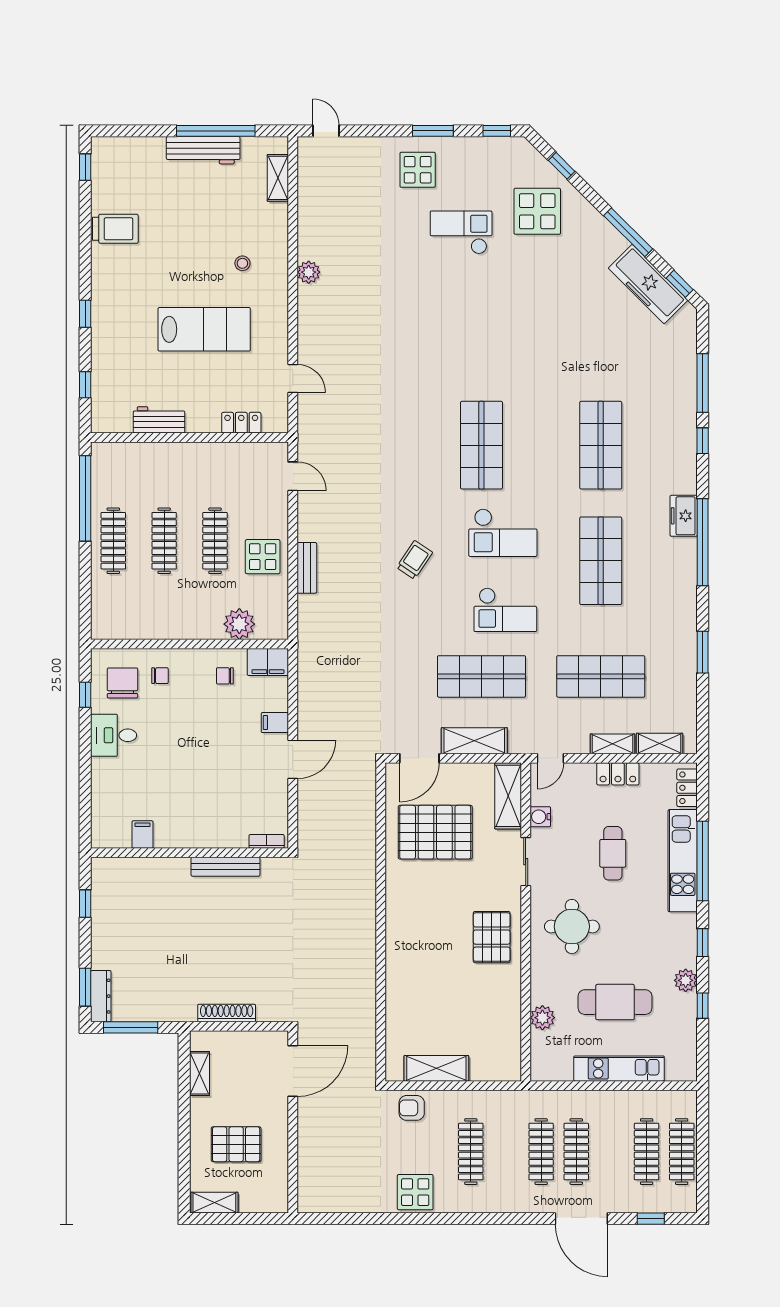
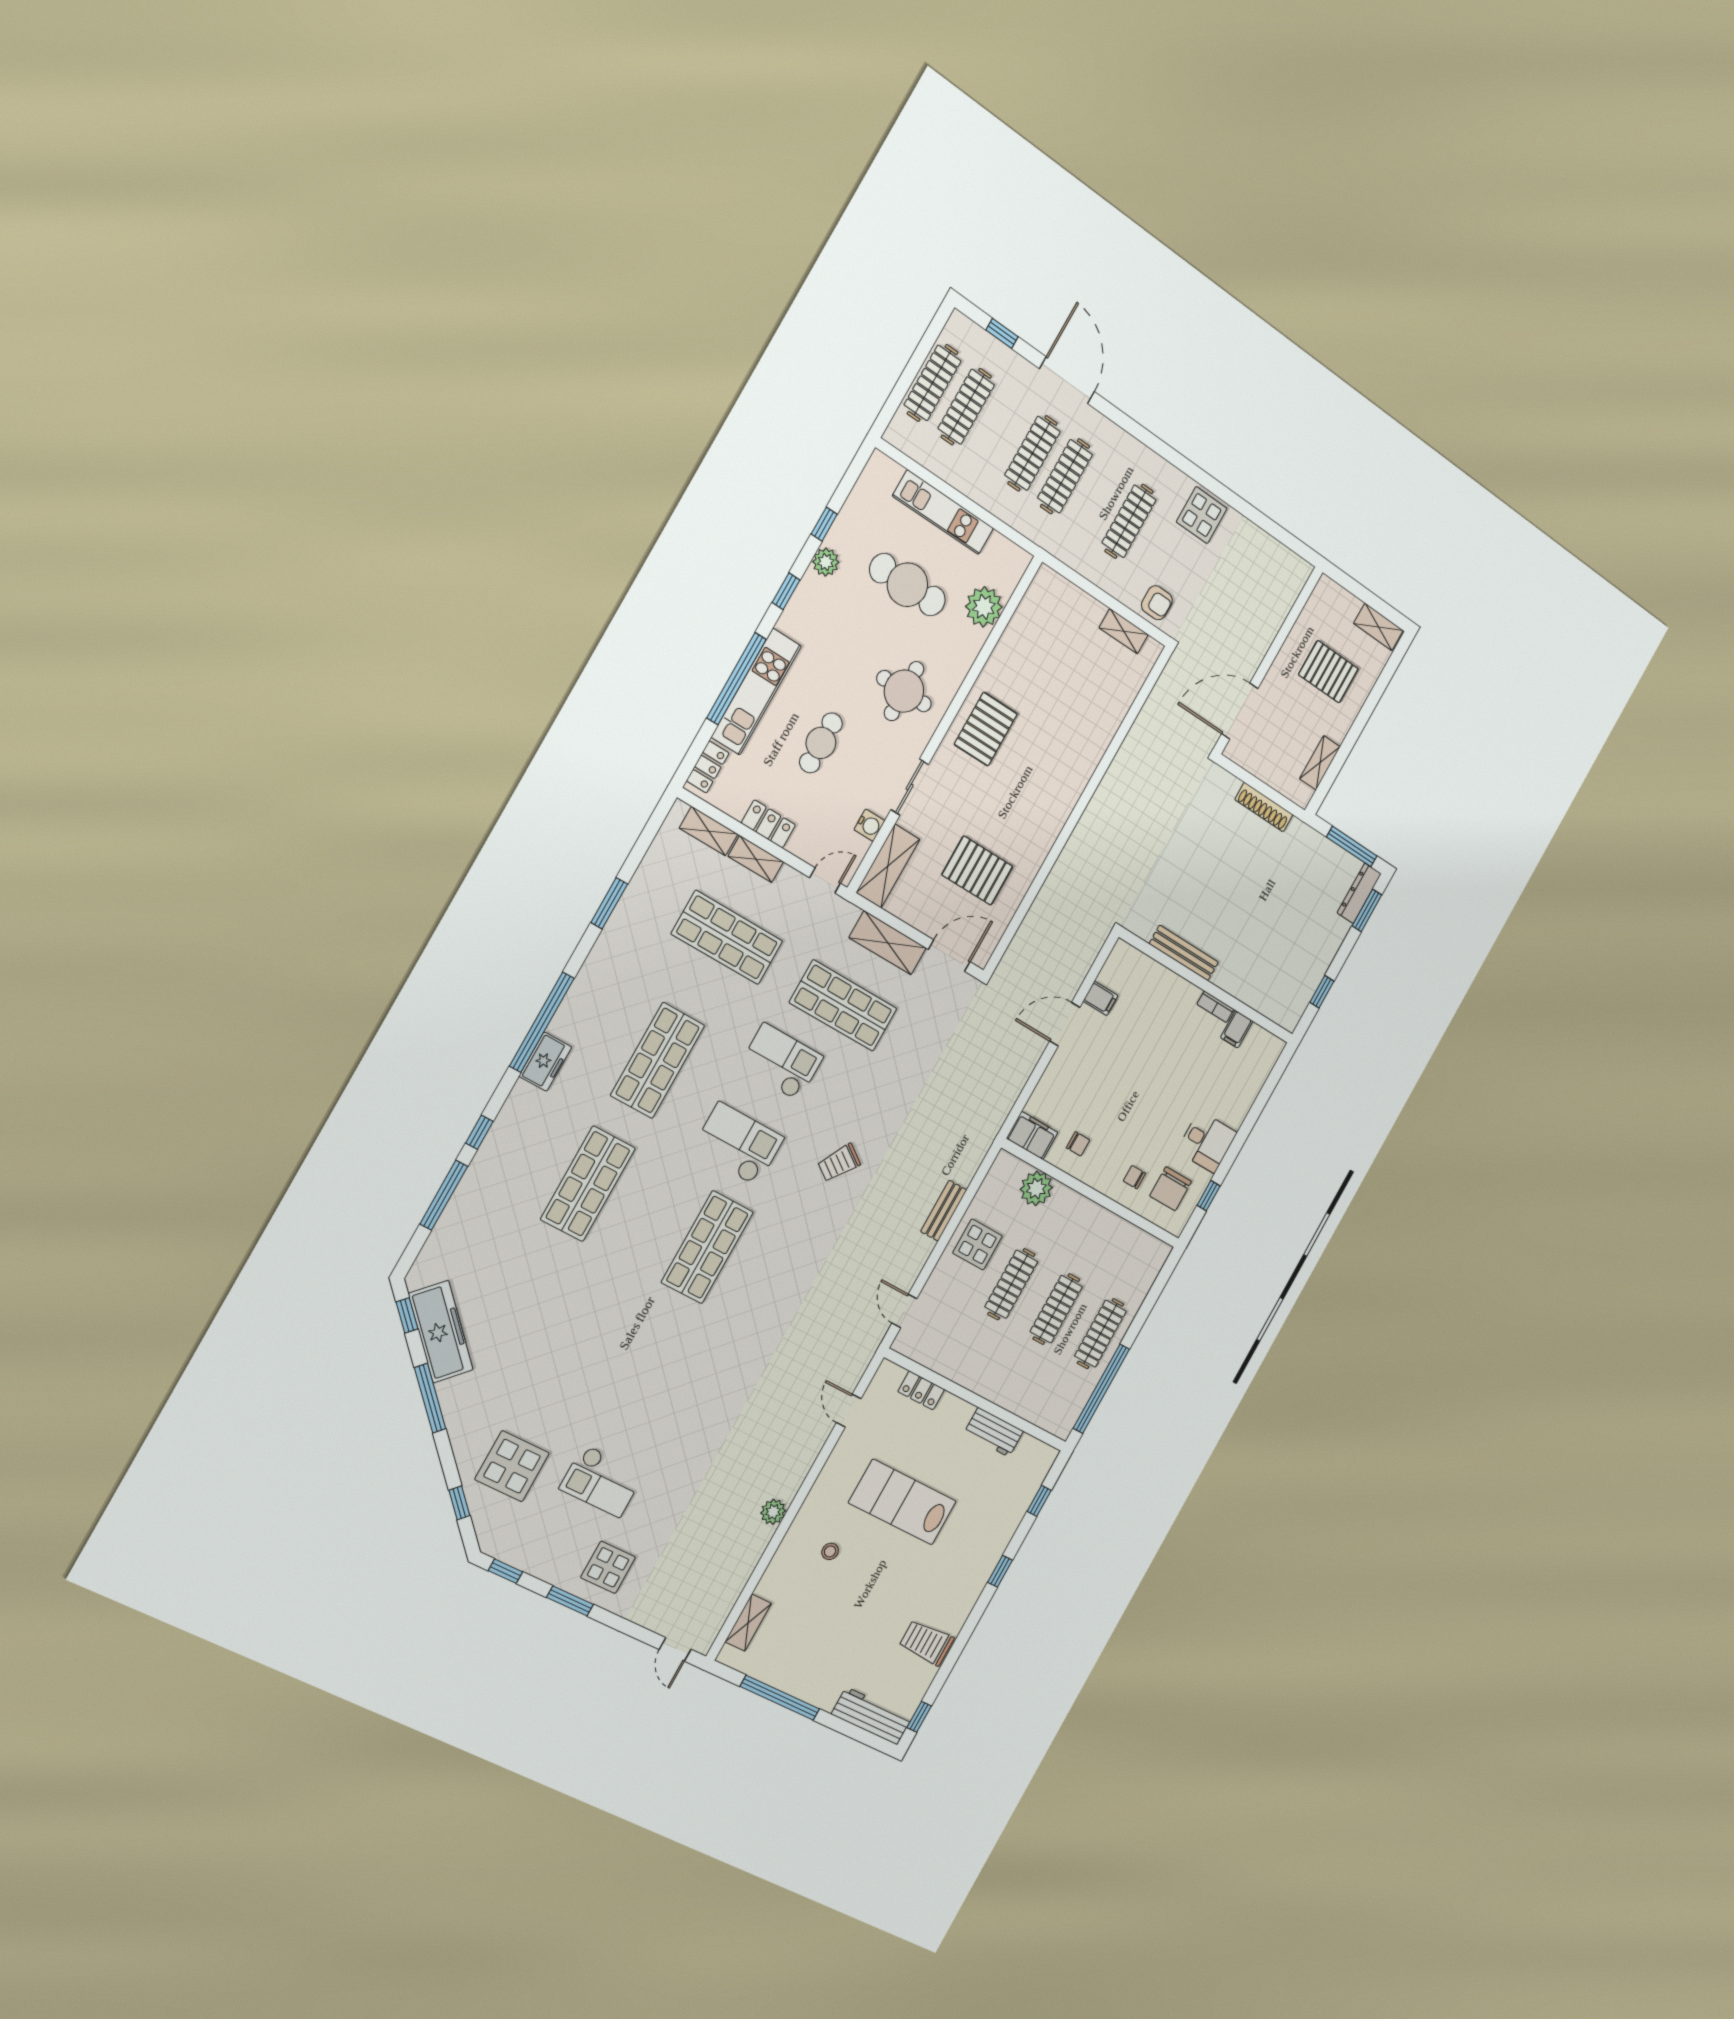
workbench: (203, 150) -> (872, 1716), moved
filing cabinet: (275, 723) -> (1100, 998), moved
pallet: (435, 832) -> (977, 871), width x0.73, depth x0.71
bookcase: (267, 841) -> (1215, 1007), moved
plant: (542, 1018) -> (984, 607), width x1.36, depth x1.36
shelving: (436, 1068) -> (1124, 631), width x0.67, depth x0.75

